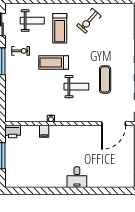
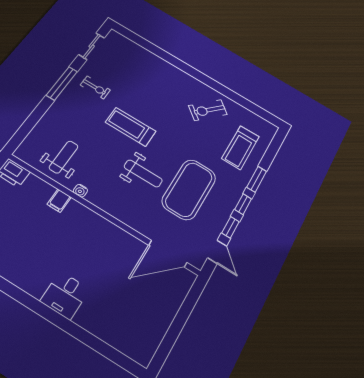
weight bench: (32, 21) -> (64, 157), moved, turned -90
treadmill: (60, 28) -> (240, 148), moved
exercise mat: (105, 79) -> (189, 189), width x2.00, depth x1.45

